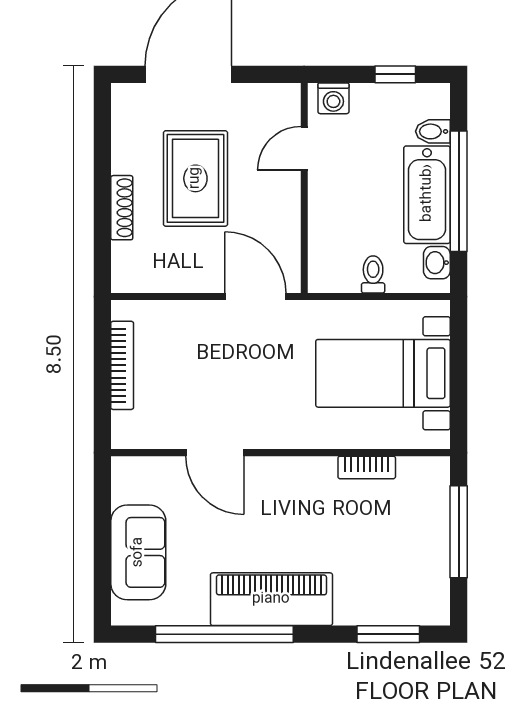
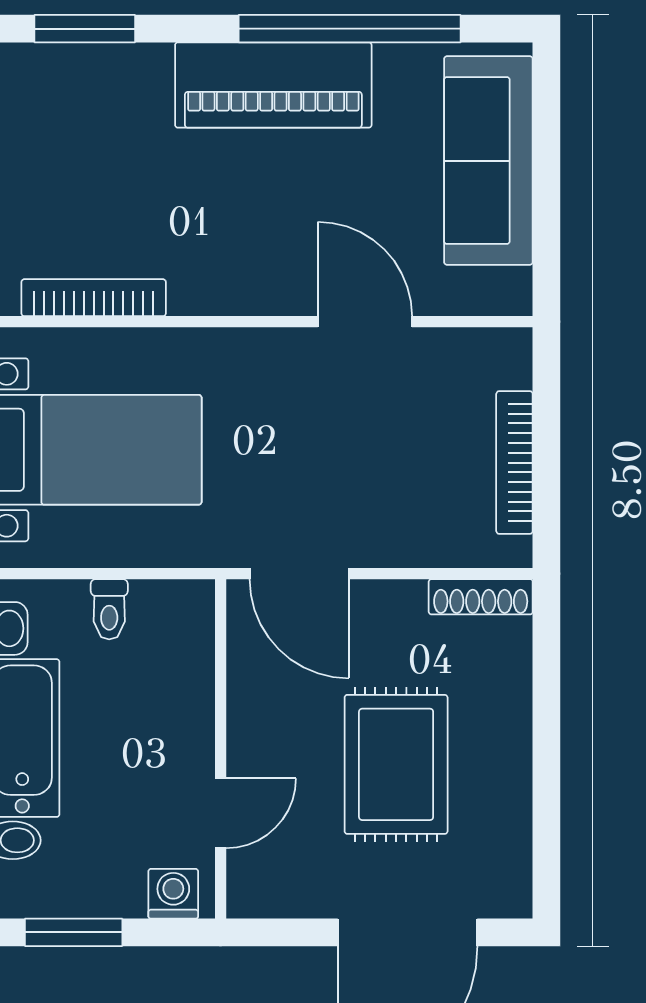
window: (395, 74) -> (74, 932), width x1.50
shoe rack: (122, 208) -> (481, 597), moved, turned -90
bookcase: (367, 467) -> (94, 298), width x1.56
sofa: (138, 552) -> (488, 161), width x1.36

